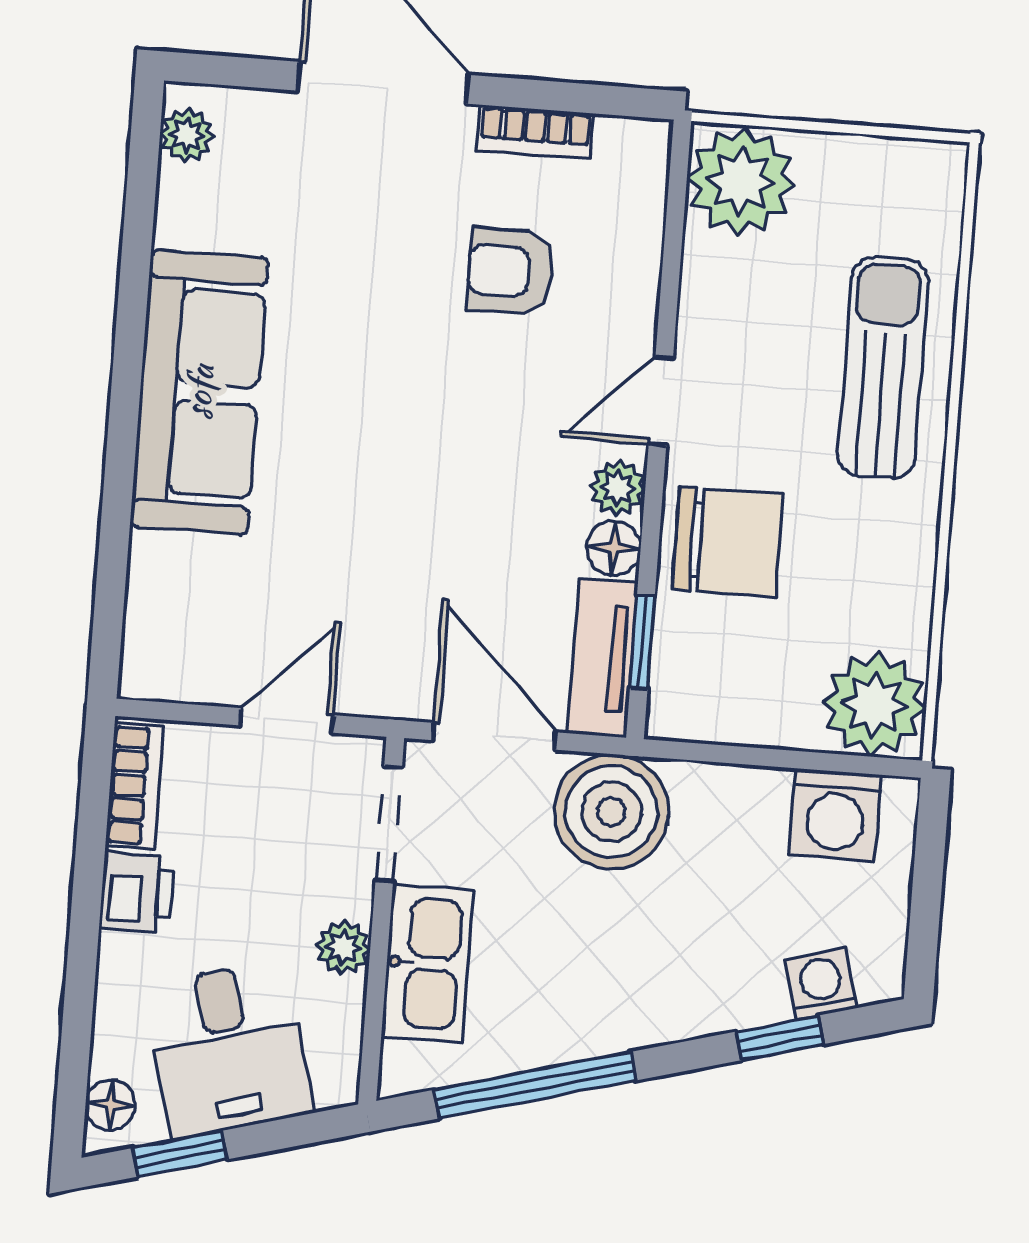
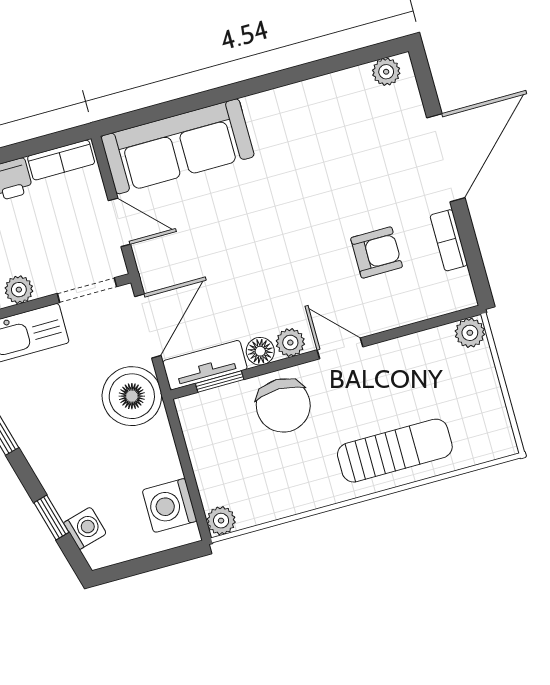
plant: (741, 181) -> (470, 333), width x0.53, depth x0.53
armchair: (510, 271) -> (377, 252), turned 90
sofa: (199, 392) -> (178, 146), moved
plant: (874, 705) -> (221, 521), width x0.53, depth x0.53

